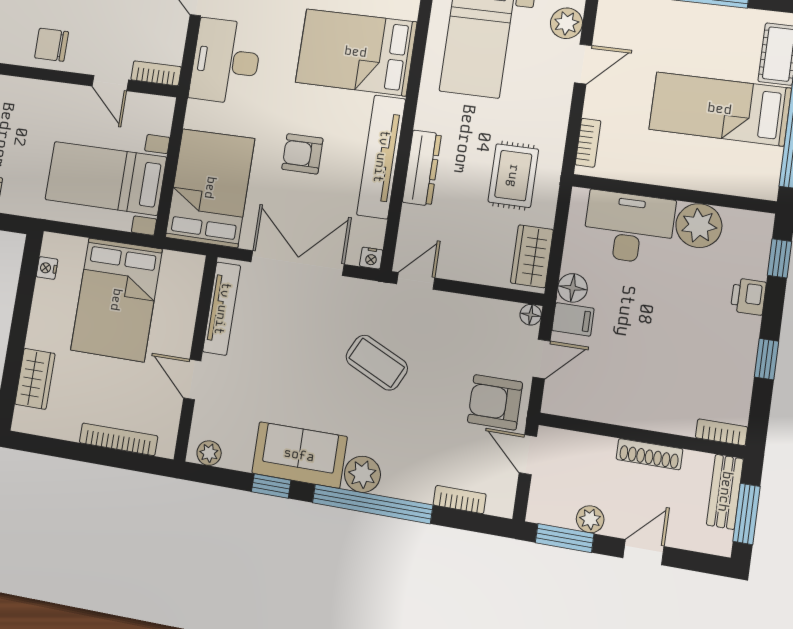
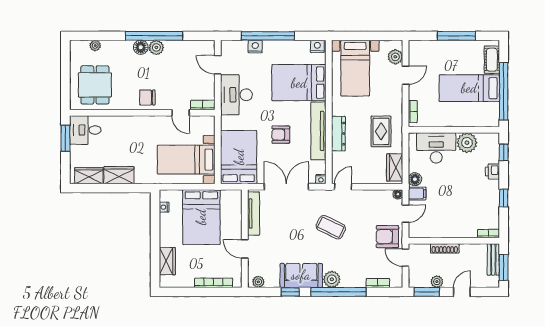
shoe rack: (649, 454) -> (445, 248), moved

